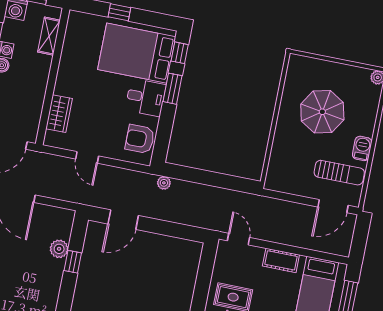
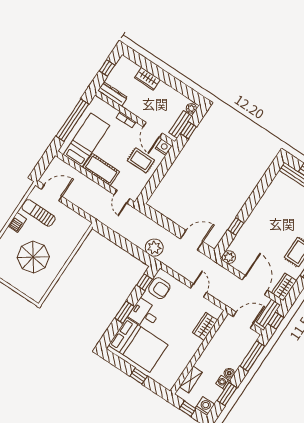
window: (180, 53) -> (144, 282), moved
plant: (164, 183) -> (154, 248), width x1.88, depth x1.88
plant: (59, 249) -> (229, 257), moved
cot: (281, 260) -> (101, 170), width x1.37, depth x1.34

